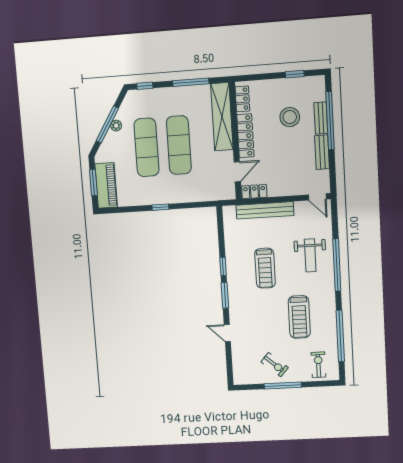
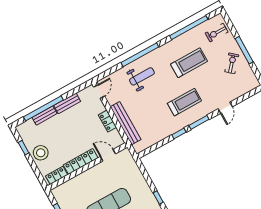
shelving: (222, 117) -> (75, 184), removed
stool: (290, 117) -> (41, 153), moved
locker: (254, 192) -> (107, 121), moved
treadmill: (265, 268) -> (184, 102), moved

